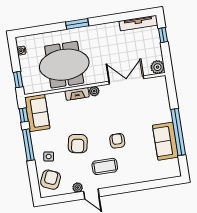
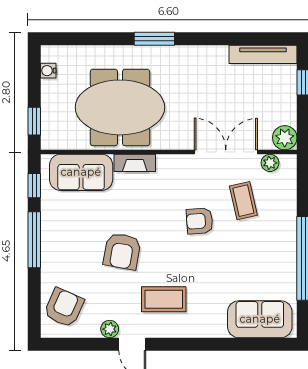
plant: (94, 91) -> (270, 163), moved
coffee table: (140, 105) -> (243, 201), added
sofa: (37, 113) -> (81, 172), moved, turned 90
armchair: (117, 141) -> (200, 221), moved, turned -94
sofa: (165, 141) -> (260, 319), moved, turned 90
side table: (49, 157) -> (67, 266), removed

